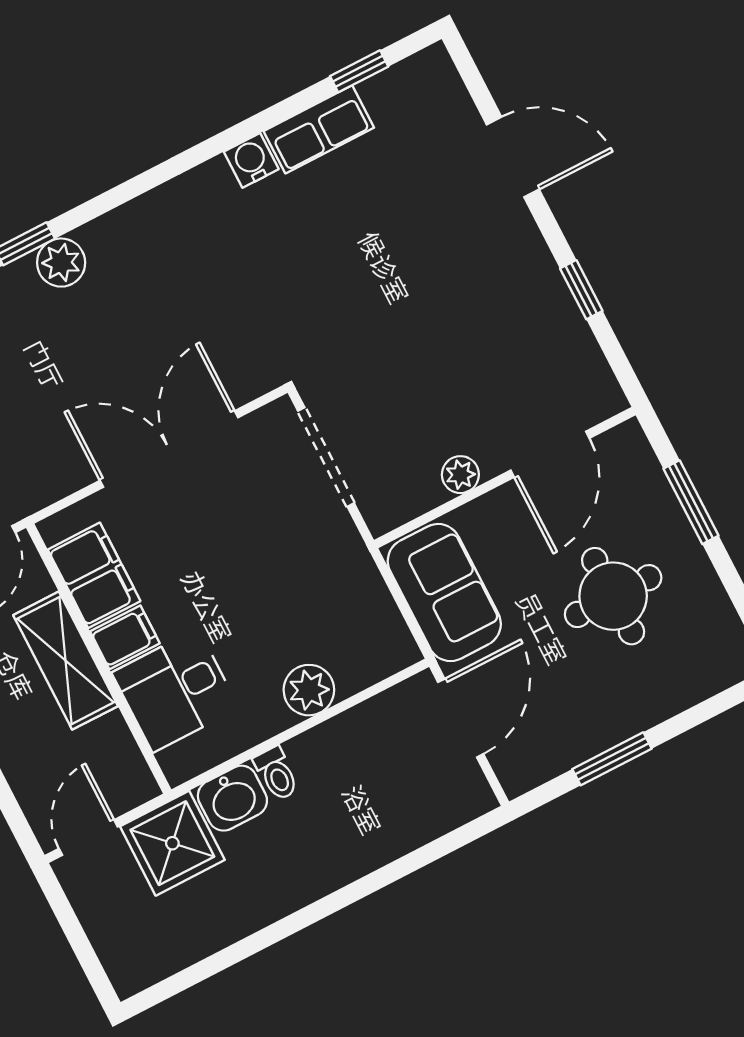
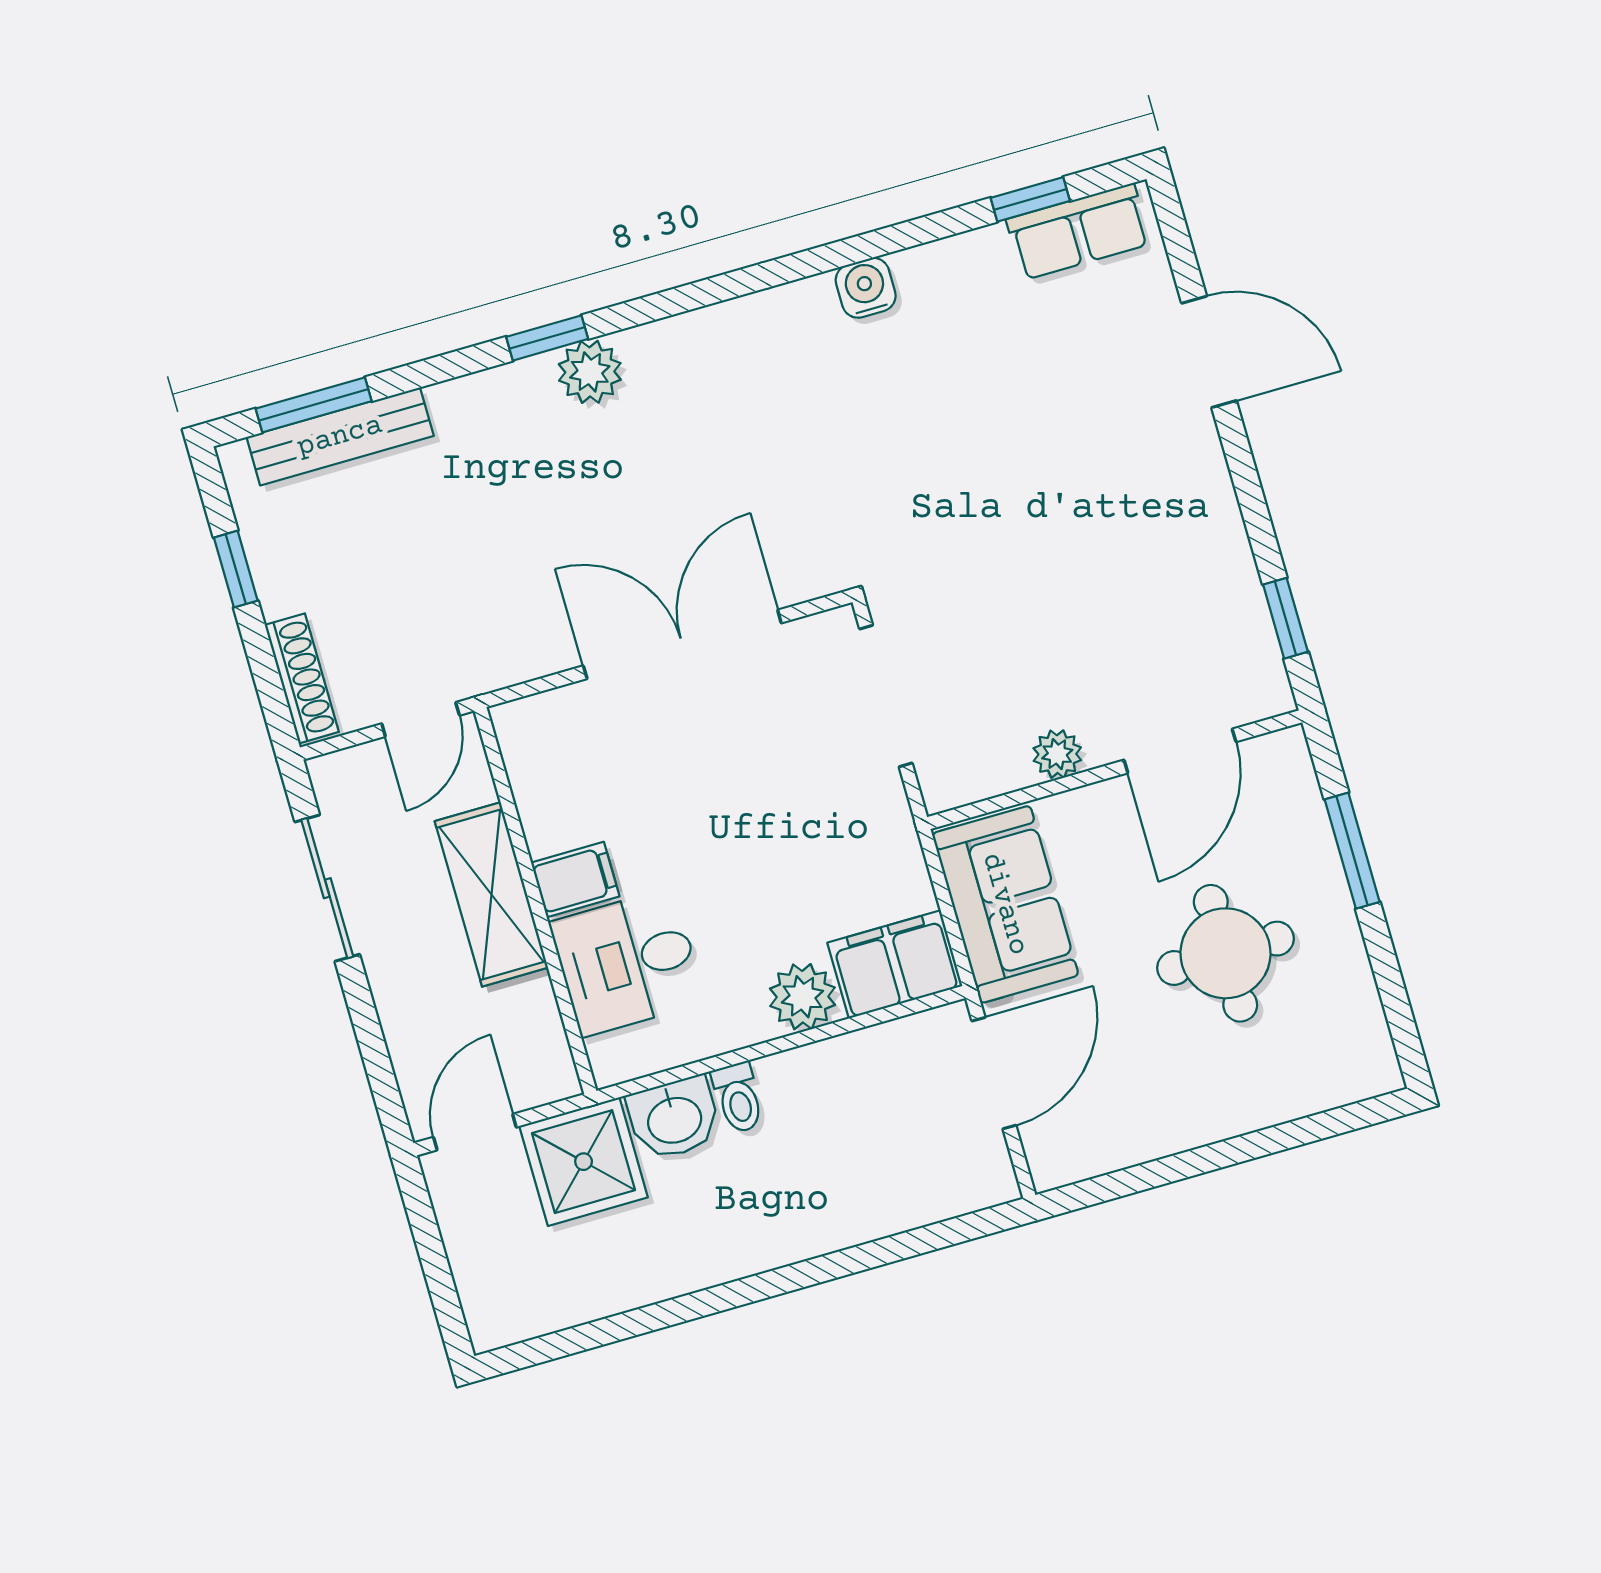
row of seats: (319, 129) -> (1078, 232), moved
window: (581, 290) -> (1285, 618), moved
filing cabinet: (94, 575) -> (895, 964), moved, turned -90
window: (612, 759) -> (1181, 1166), removed

